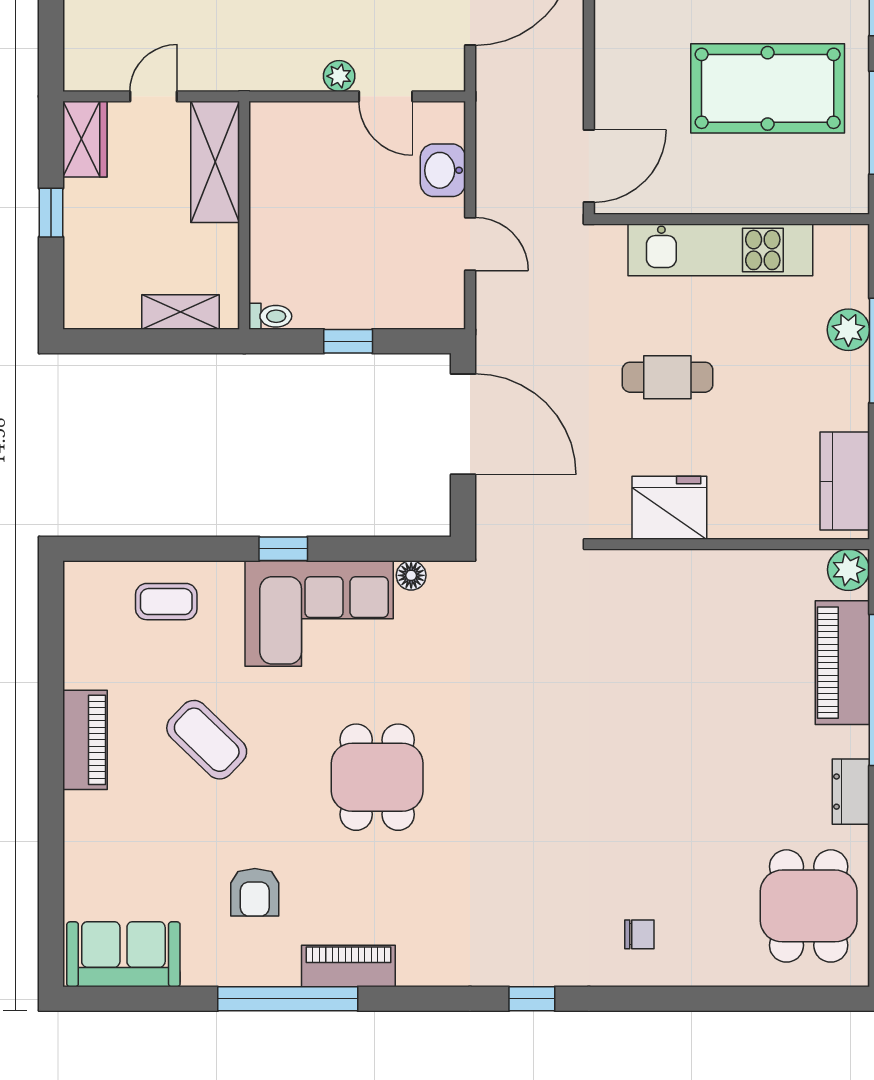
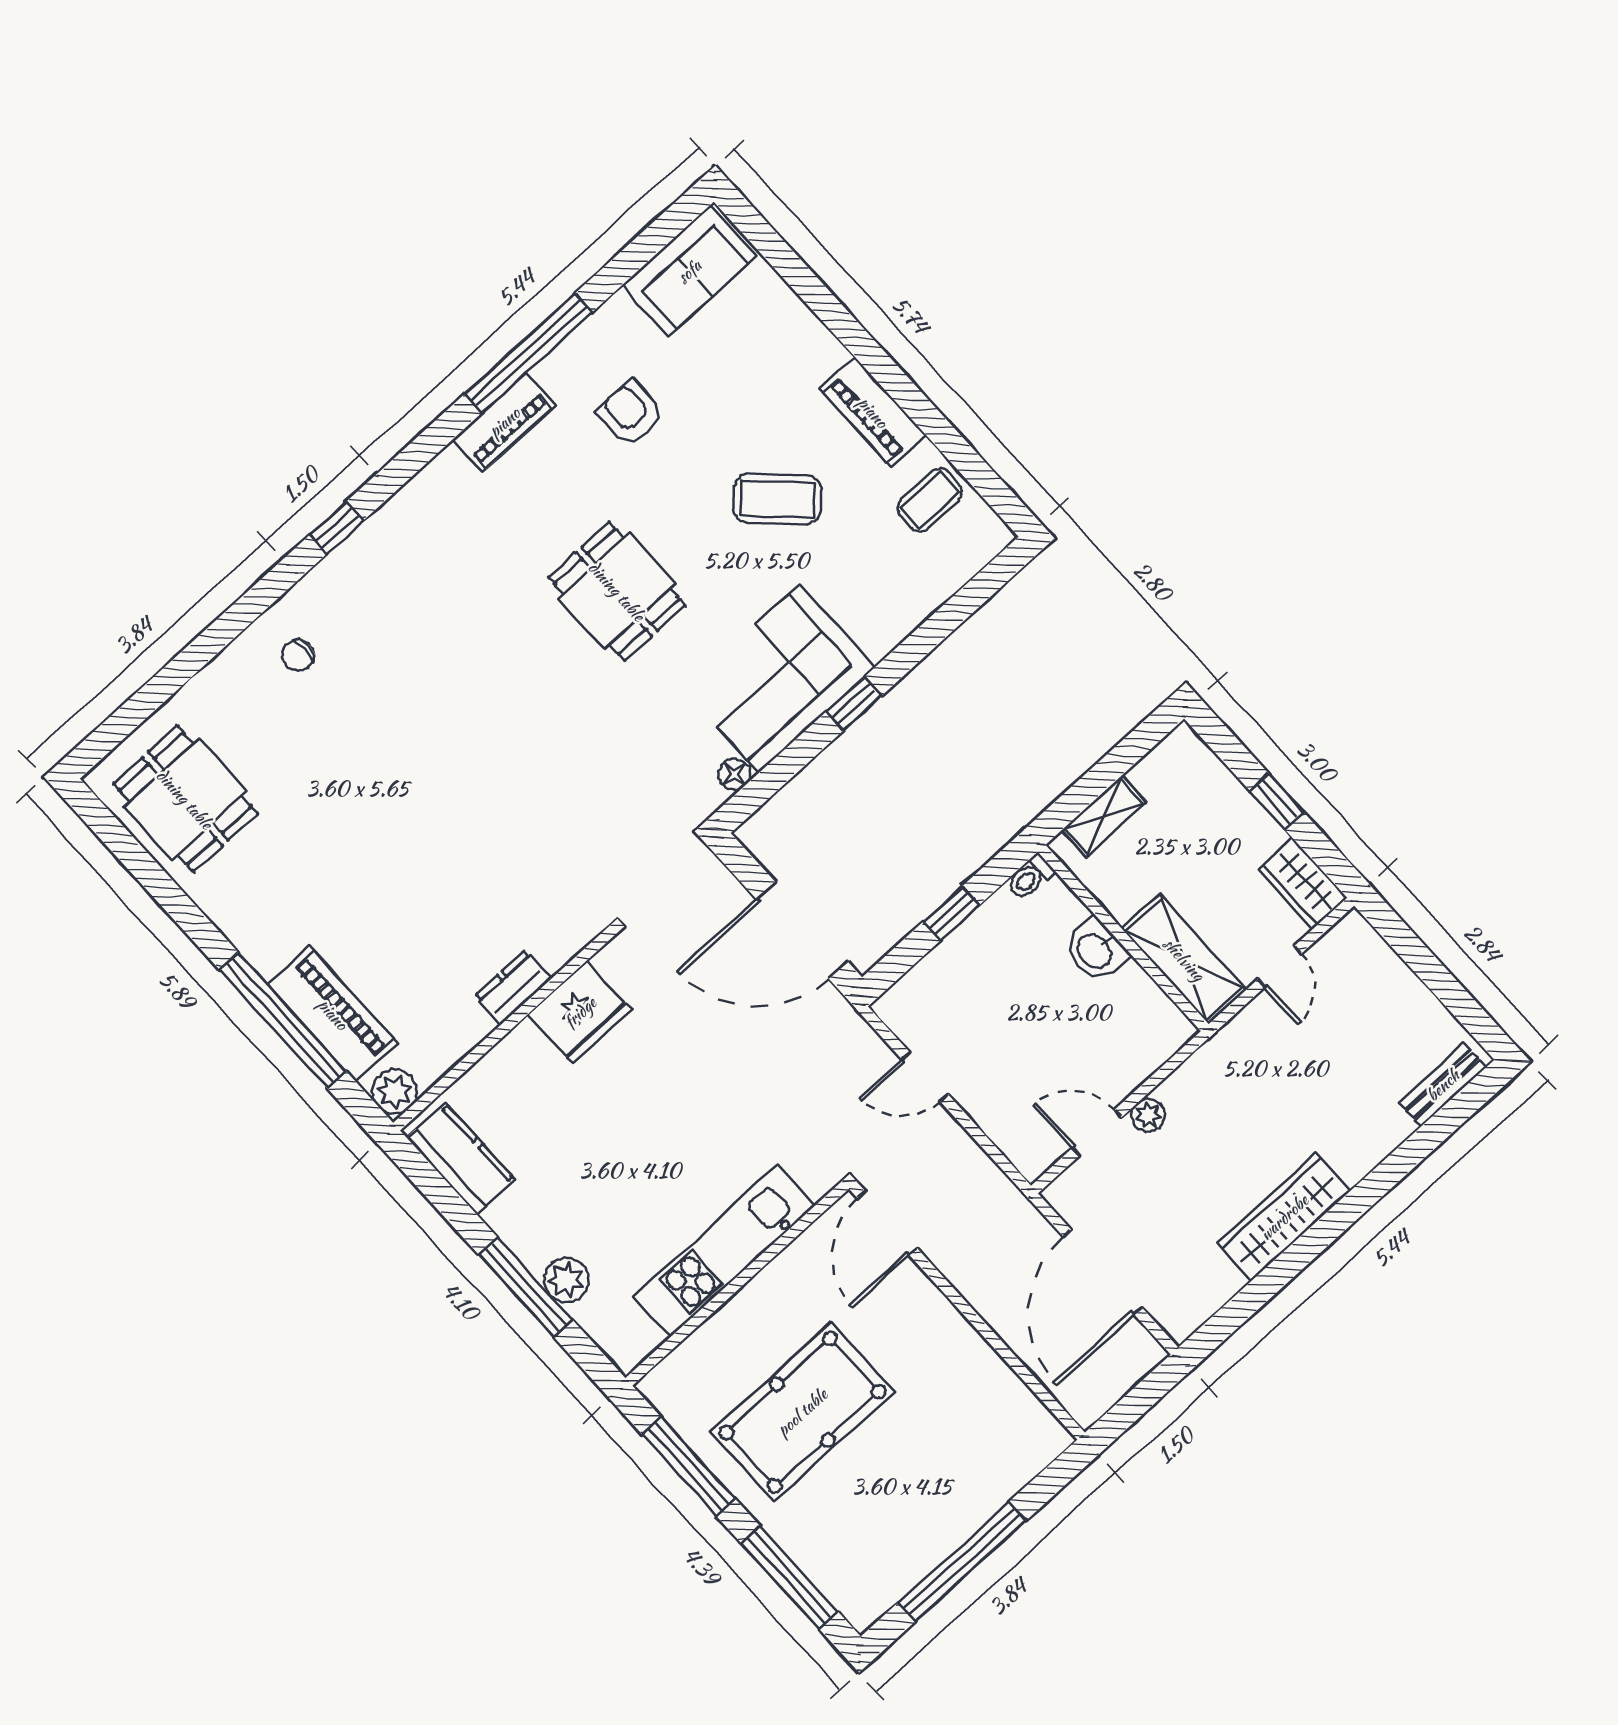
washbasin: (443, 170) -> (1095, 950), moved, turned 180
cafe table: (667, 377) -> (675, 1113), removed
coffee table: (166, 602) -> (930, 500), moved
dresser: (851, 792) -> (513, 988), moved, turned -90

